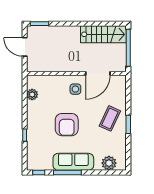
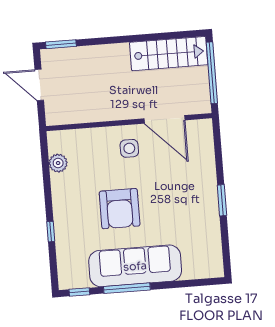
door: (98, 73) -> (165, 119), hinge flipped
coffee table: (110, 118) -> (191, 193), removed
sofa: (73, 162) -> (135, 266), width x1.36, depth x1.27
plant: (109, 163) -> (195, 267), removed

